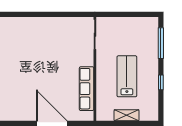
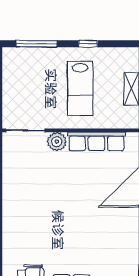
plant: (86, 58) -> (57, 142), added
lab bench: (127, 76) -> (80, 88), turned -90

